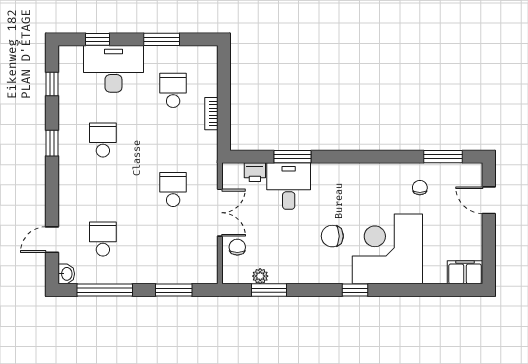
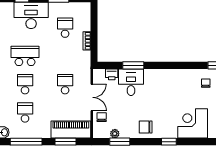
school desk: (103, 140) -> (25, 56), width x1.85
school desk: (103, 189) -> (25, 84), added
chair: (332, 236) -> (146, 127), moved
corner desk: (387, 249) -> (193, 123), width x0.74, depth x0.74
piano: (183, 269) -> (71, 130), added

